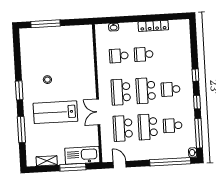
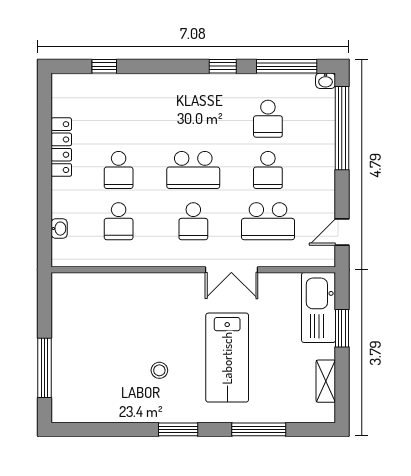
window: (195, 75) -> (104, 66), moved
school desk: (171, 89) -> (193, 119), removed
school desk: (121, 92) -> (193, 221), width x0.54
school desk: (148, 127) -> (268, 170), width x0.54
window: (73, 167) -> (342, 328), width x0.69

